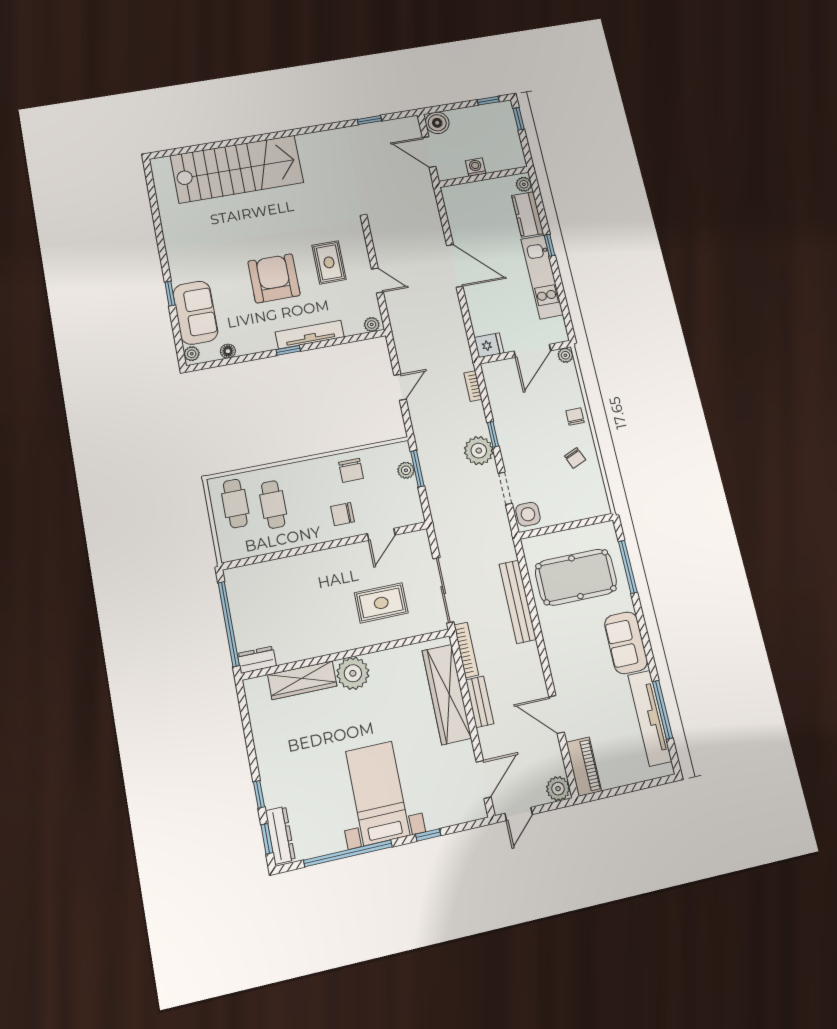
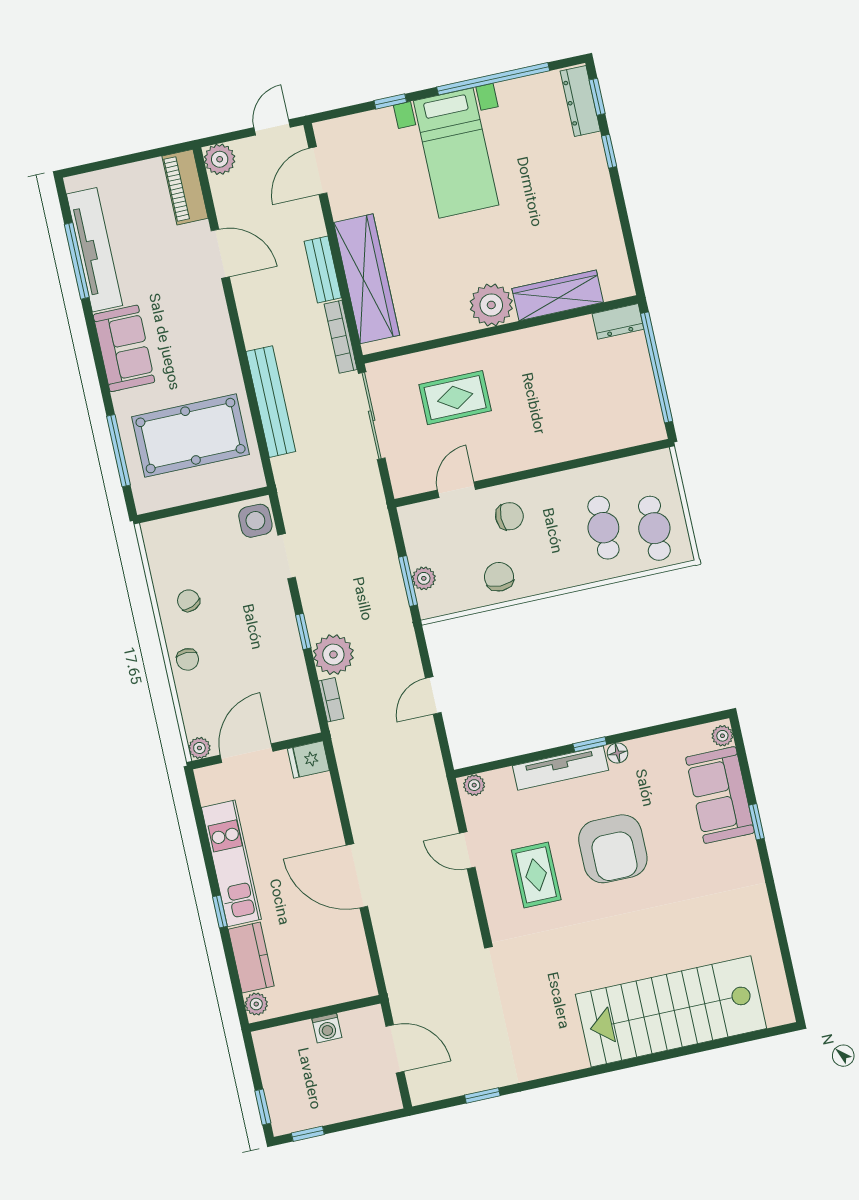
boiler: (437, 123) -> (383, 1095), removed
floor lamp: (228, 351) -> (617, 753), moved
plant: (479, 451) -> (333, 655), moved

